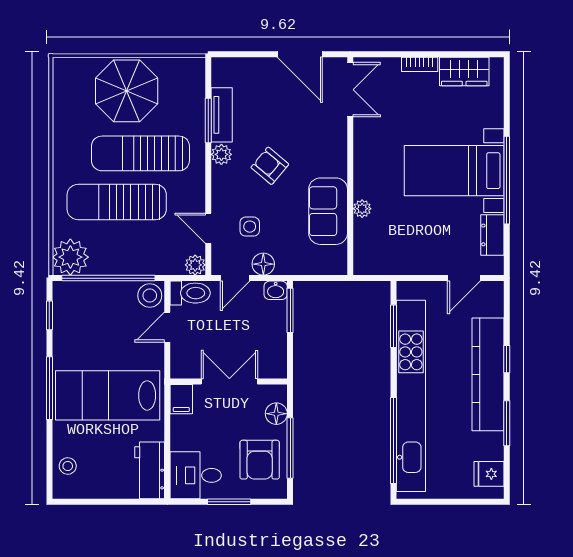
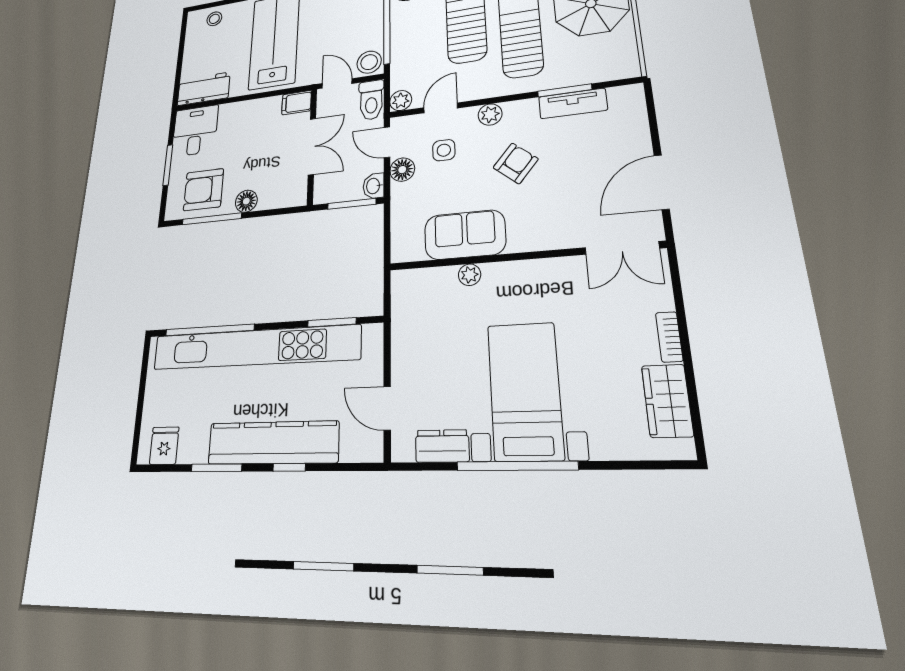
plant: (221, 154) -> (490, 115), moved
double door: (229, 382) -> (312, 146), moved
wall: (229, 382) -> (312, 146), moved
filing cabinet: (181, 399) -> (297, 103), moved

